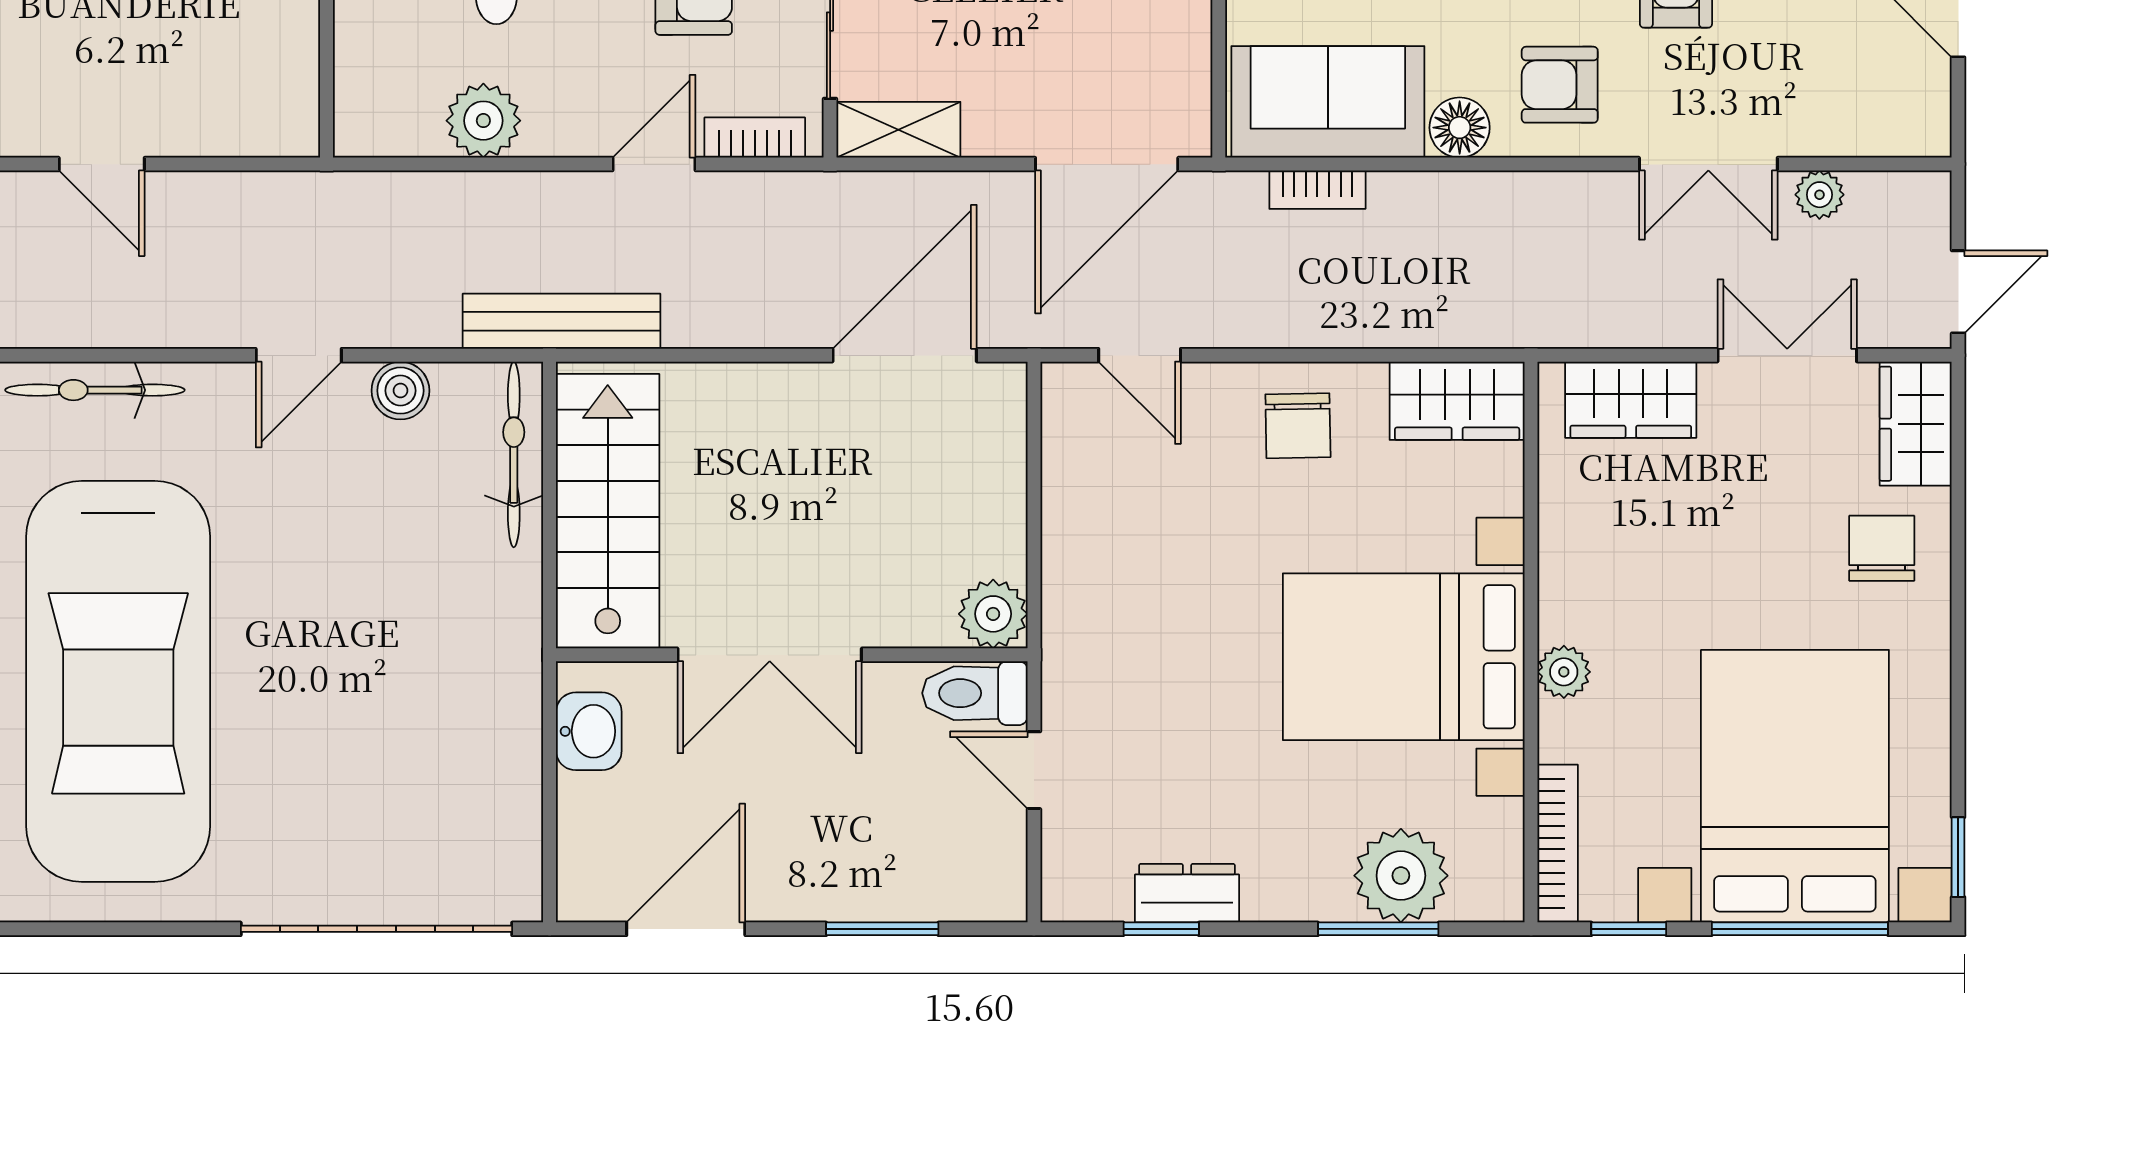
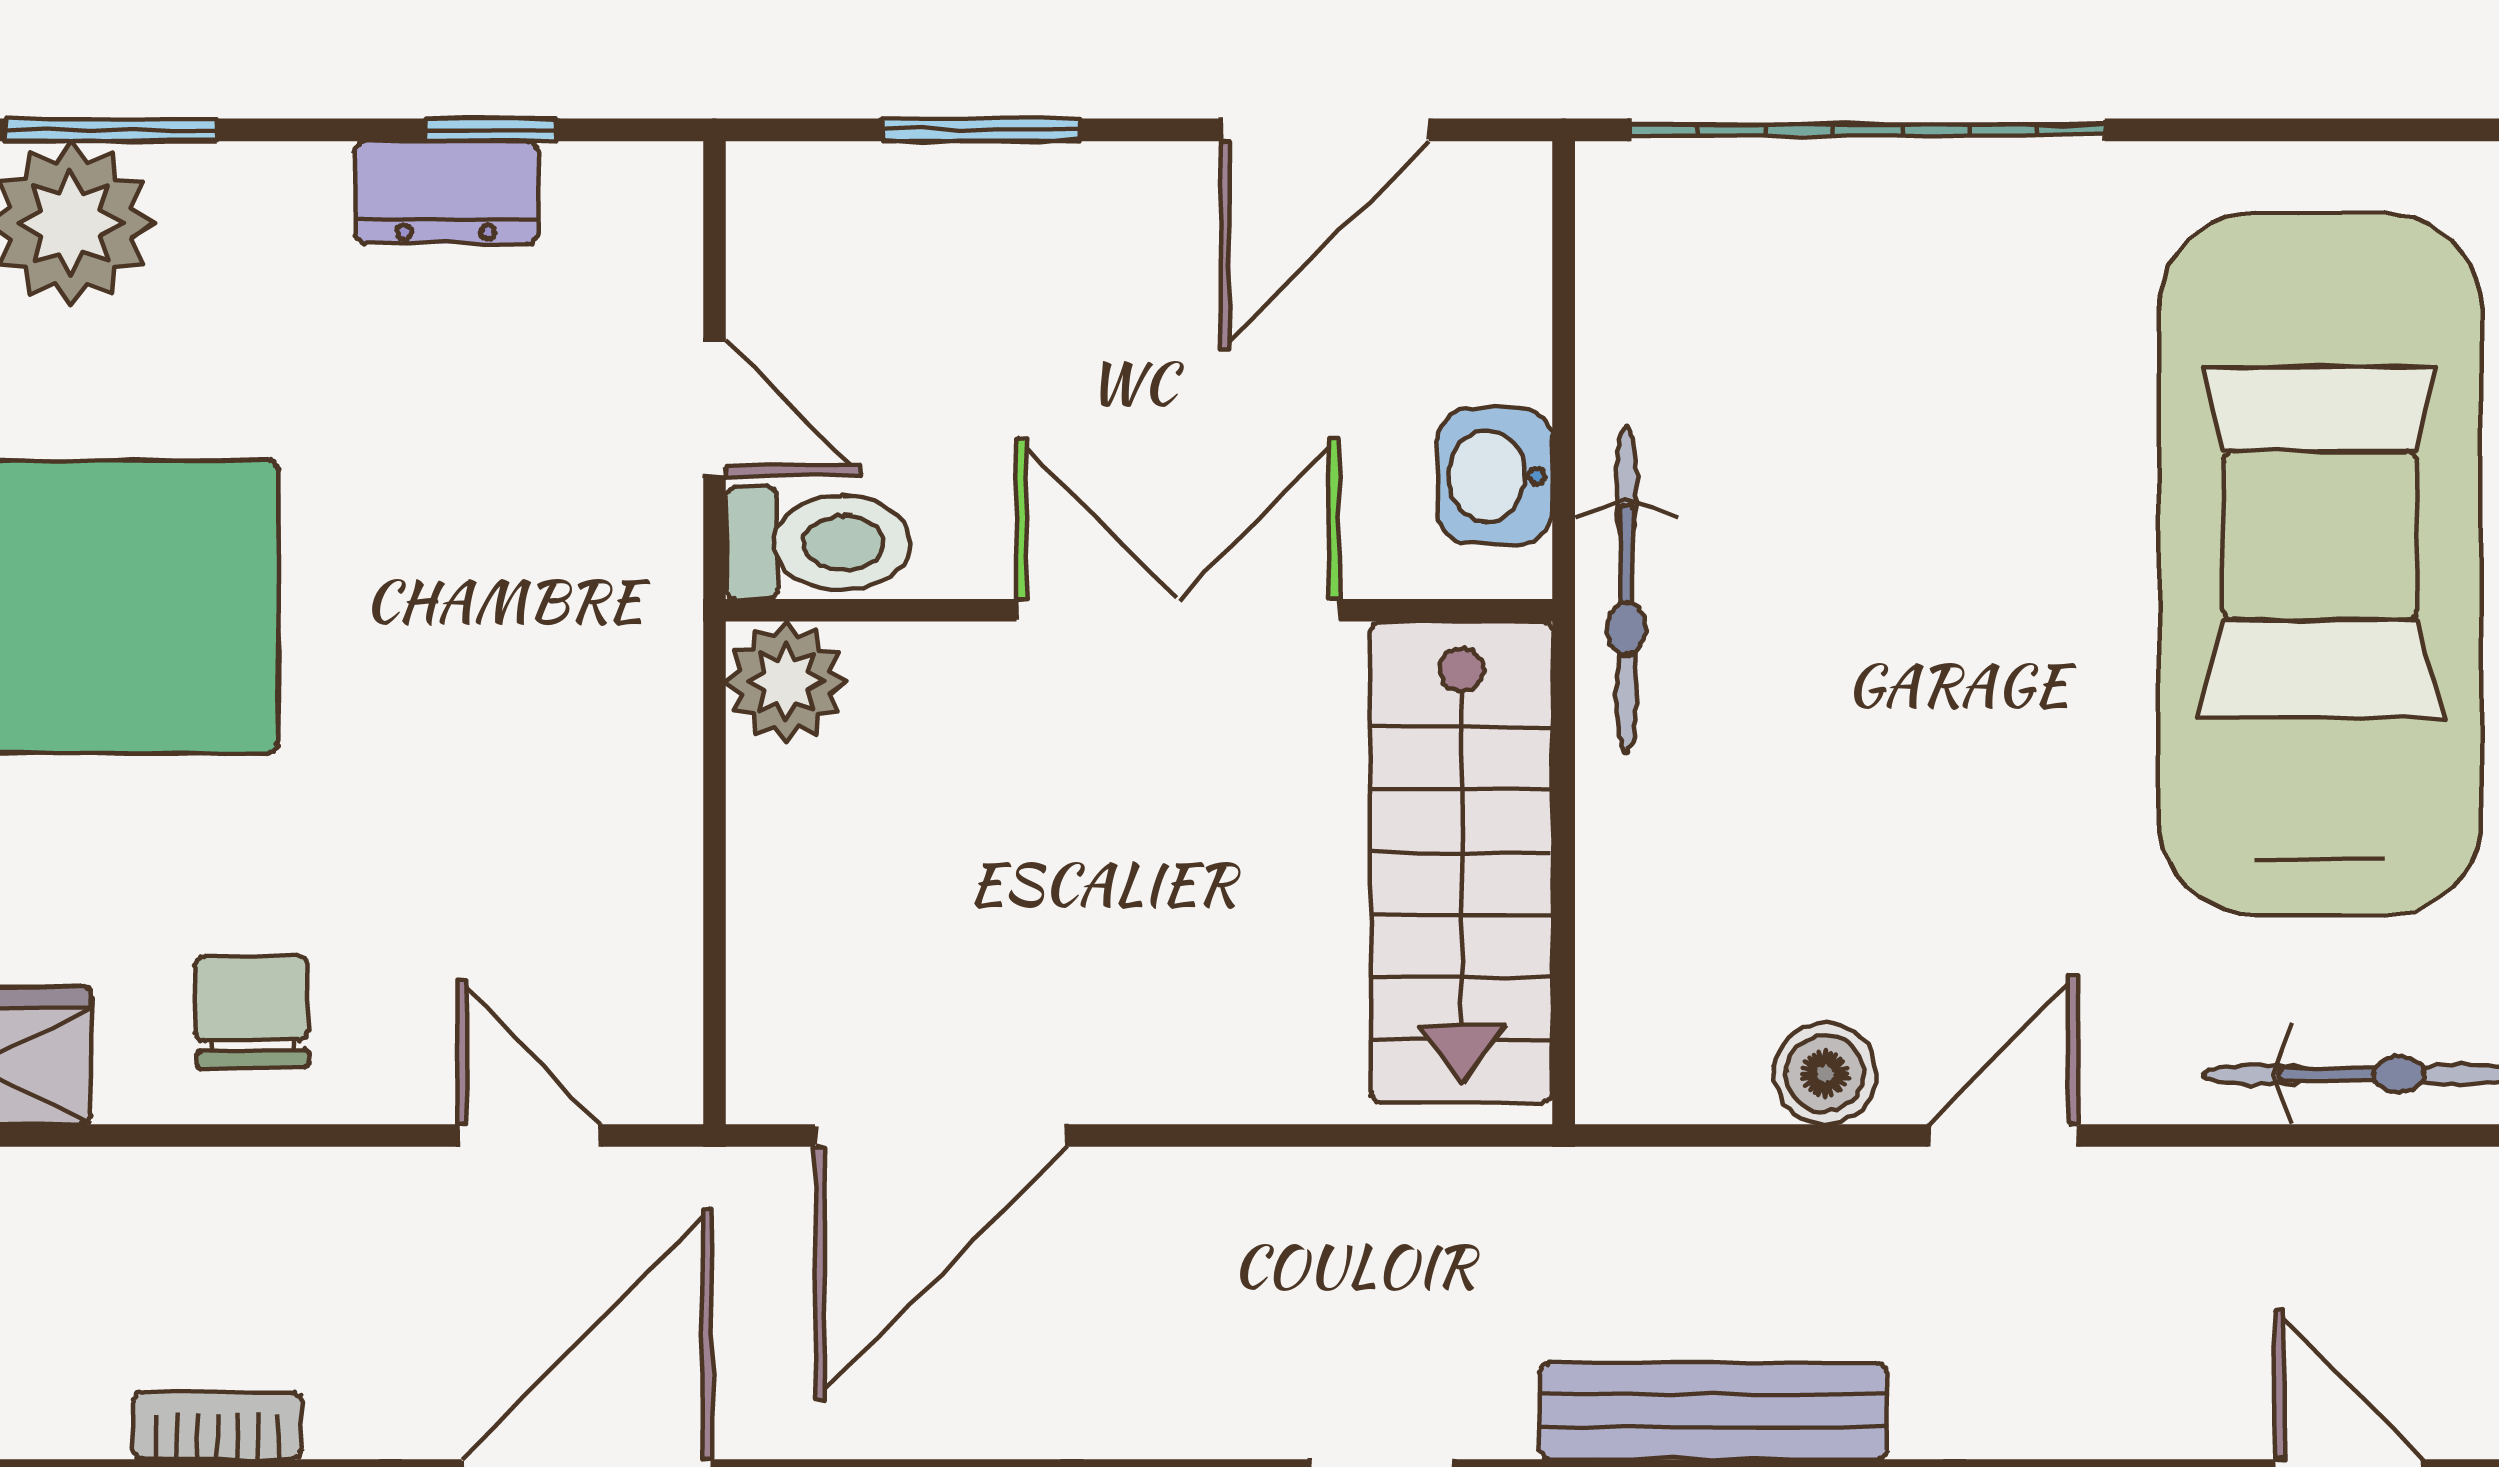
bench: (562, 321) -> (1713, 1411), moved
bicycle: (514, 454) -> (1626, 590), moved

